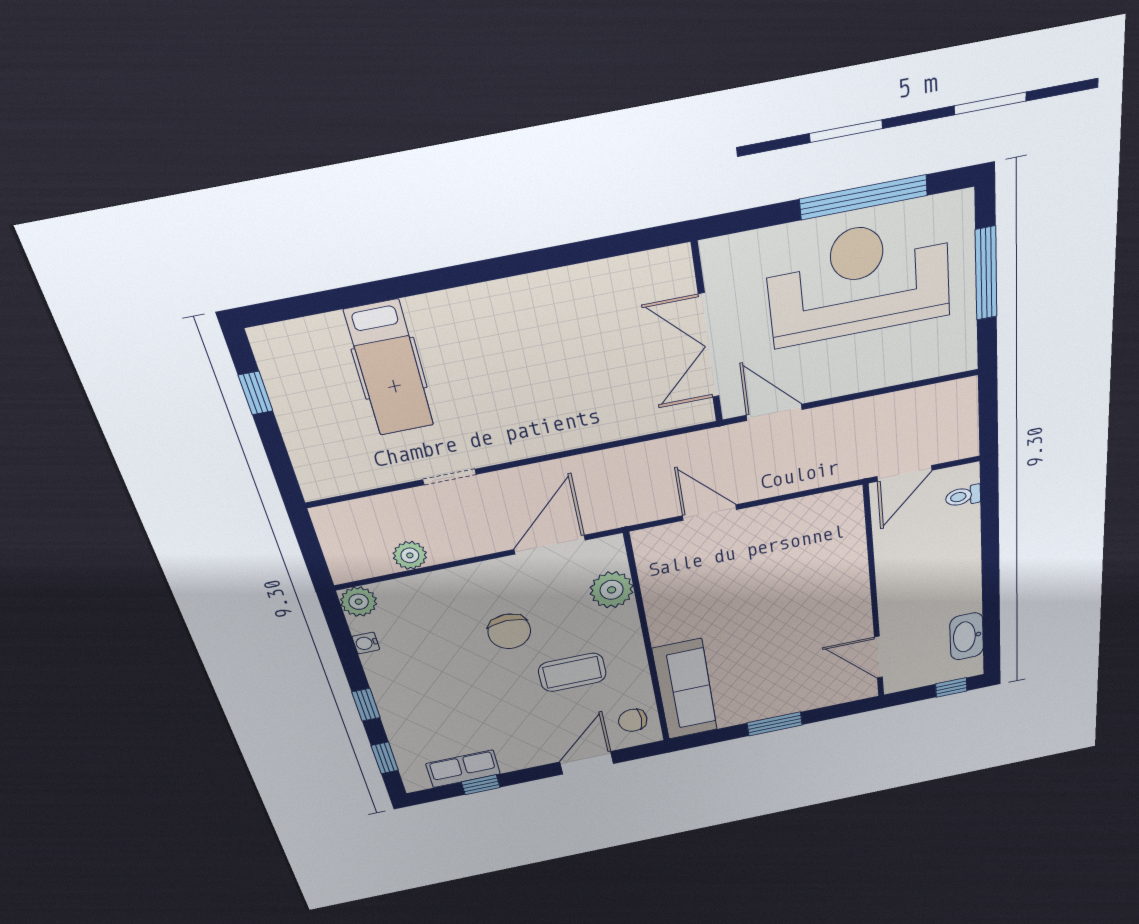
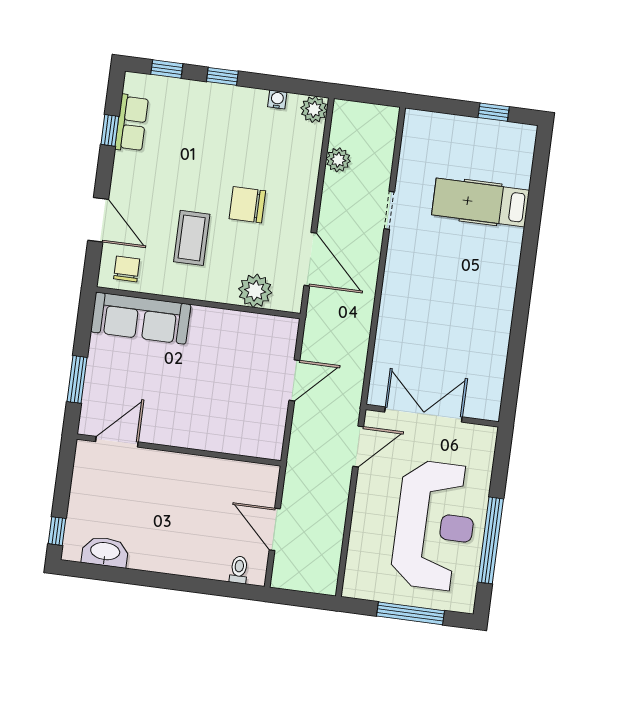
wall: (874, 595) -> (179, 450), moved
door: (878, 657) -> (117, 442), moved

